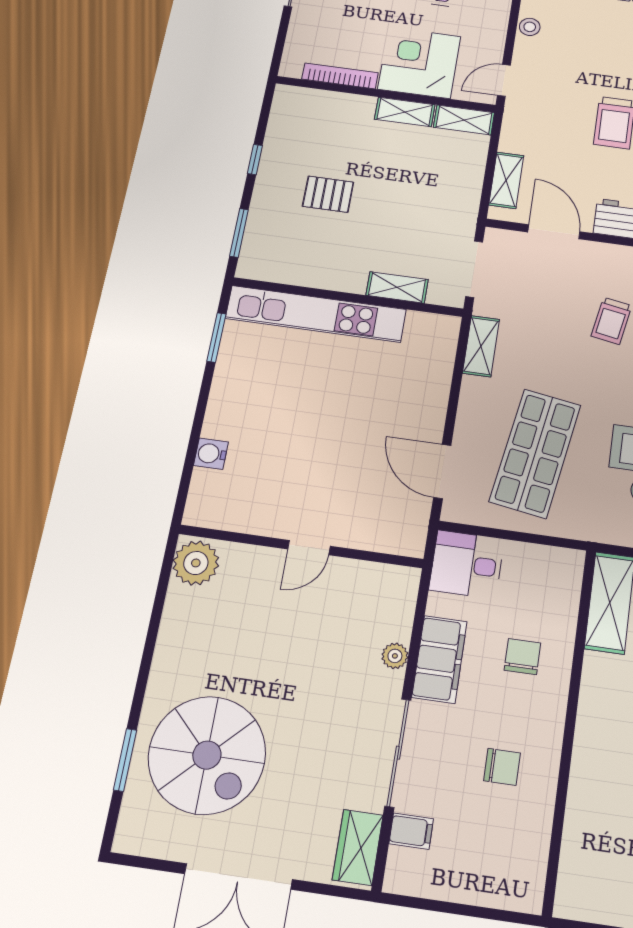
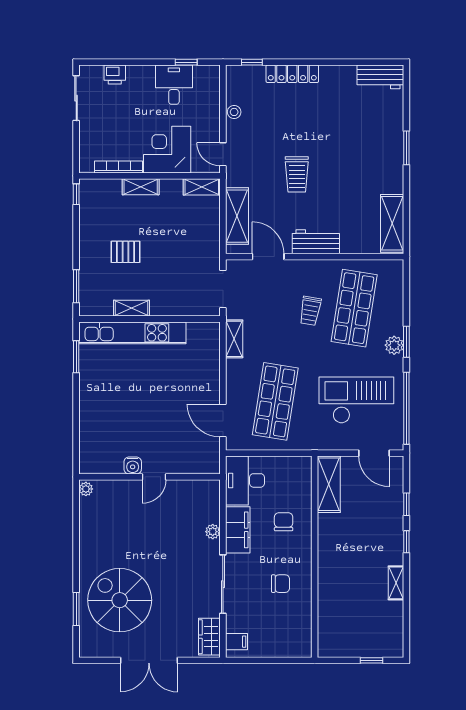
door: (504, 80) -> (223, 154), hinge flipped
shelving: (405, 112) -> (141, 187), moved
window: (255, 159) -> (76, 194), moved
shelving: (506, 180) -> (237, 216), width x1.50, depth x1.33
shelving: (397, 287) -> (131, 308), moved
water cooler: (211, 454) -> (133, 465), moved, turned -90
plant: (196, 563) -> (86, 489), width x0.53, depth x0.53
desk: (467, 564) -> (245, 480), width x1.37
spiral stairs: (207, 755) -> (120, 600), turned 180
filing cabinet: (411, 831) -> (237, 642), moved

